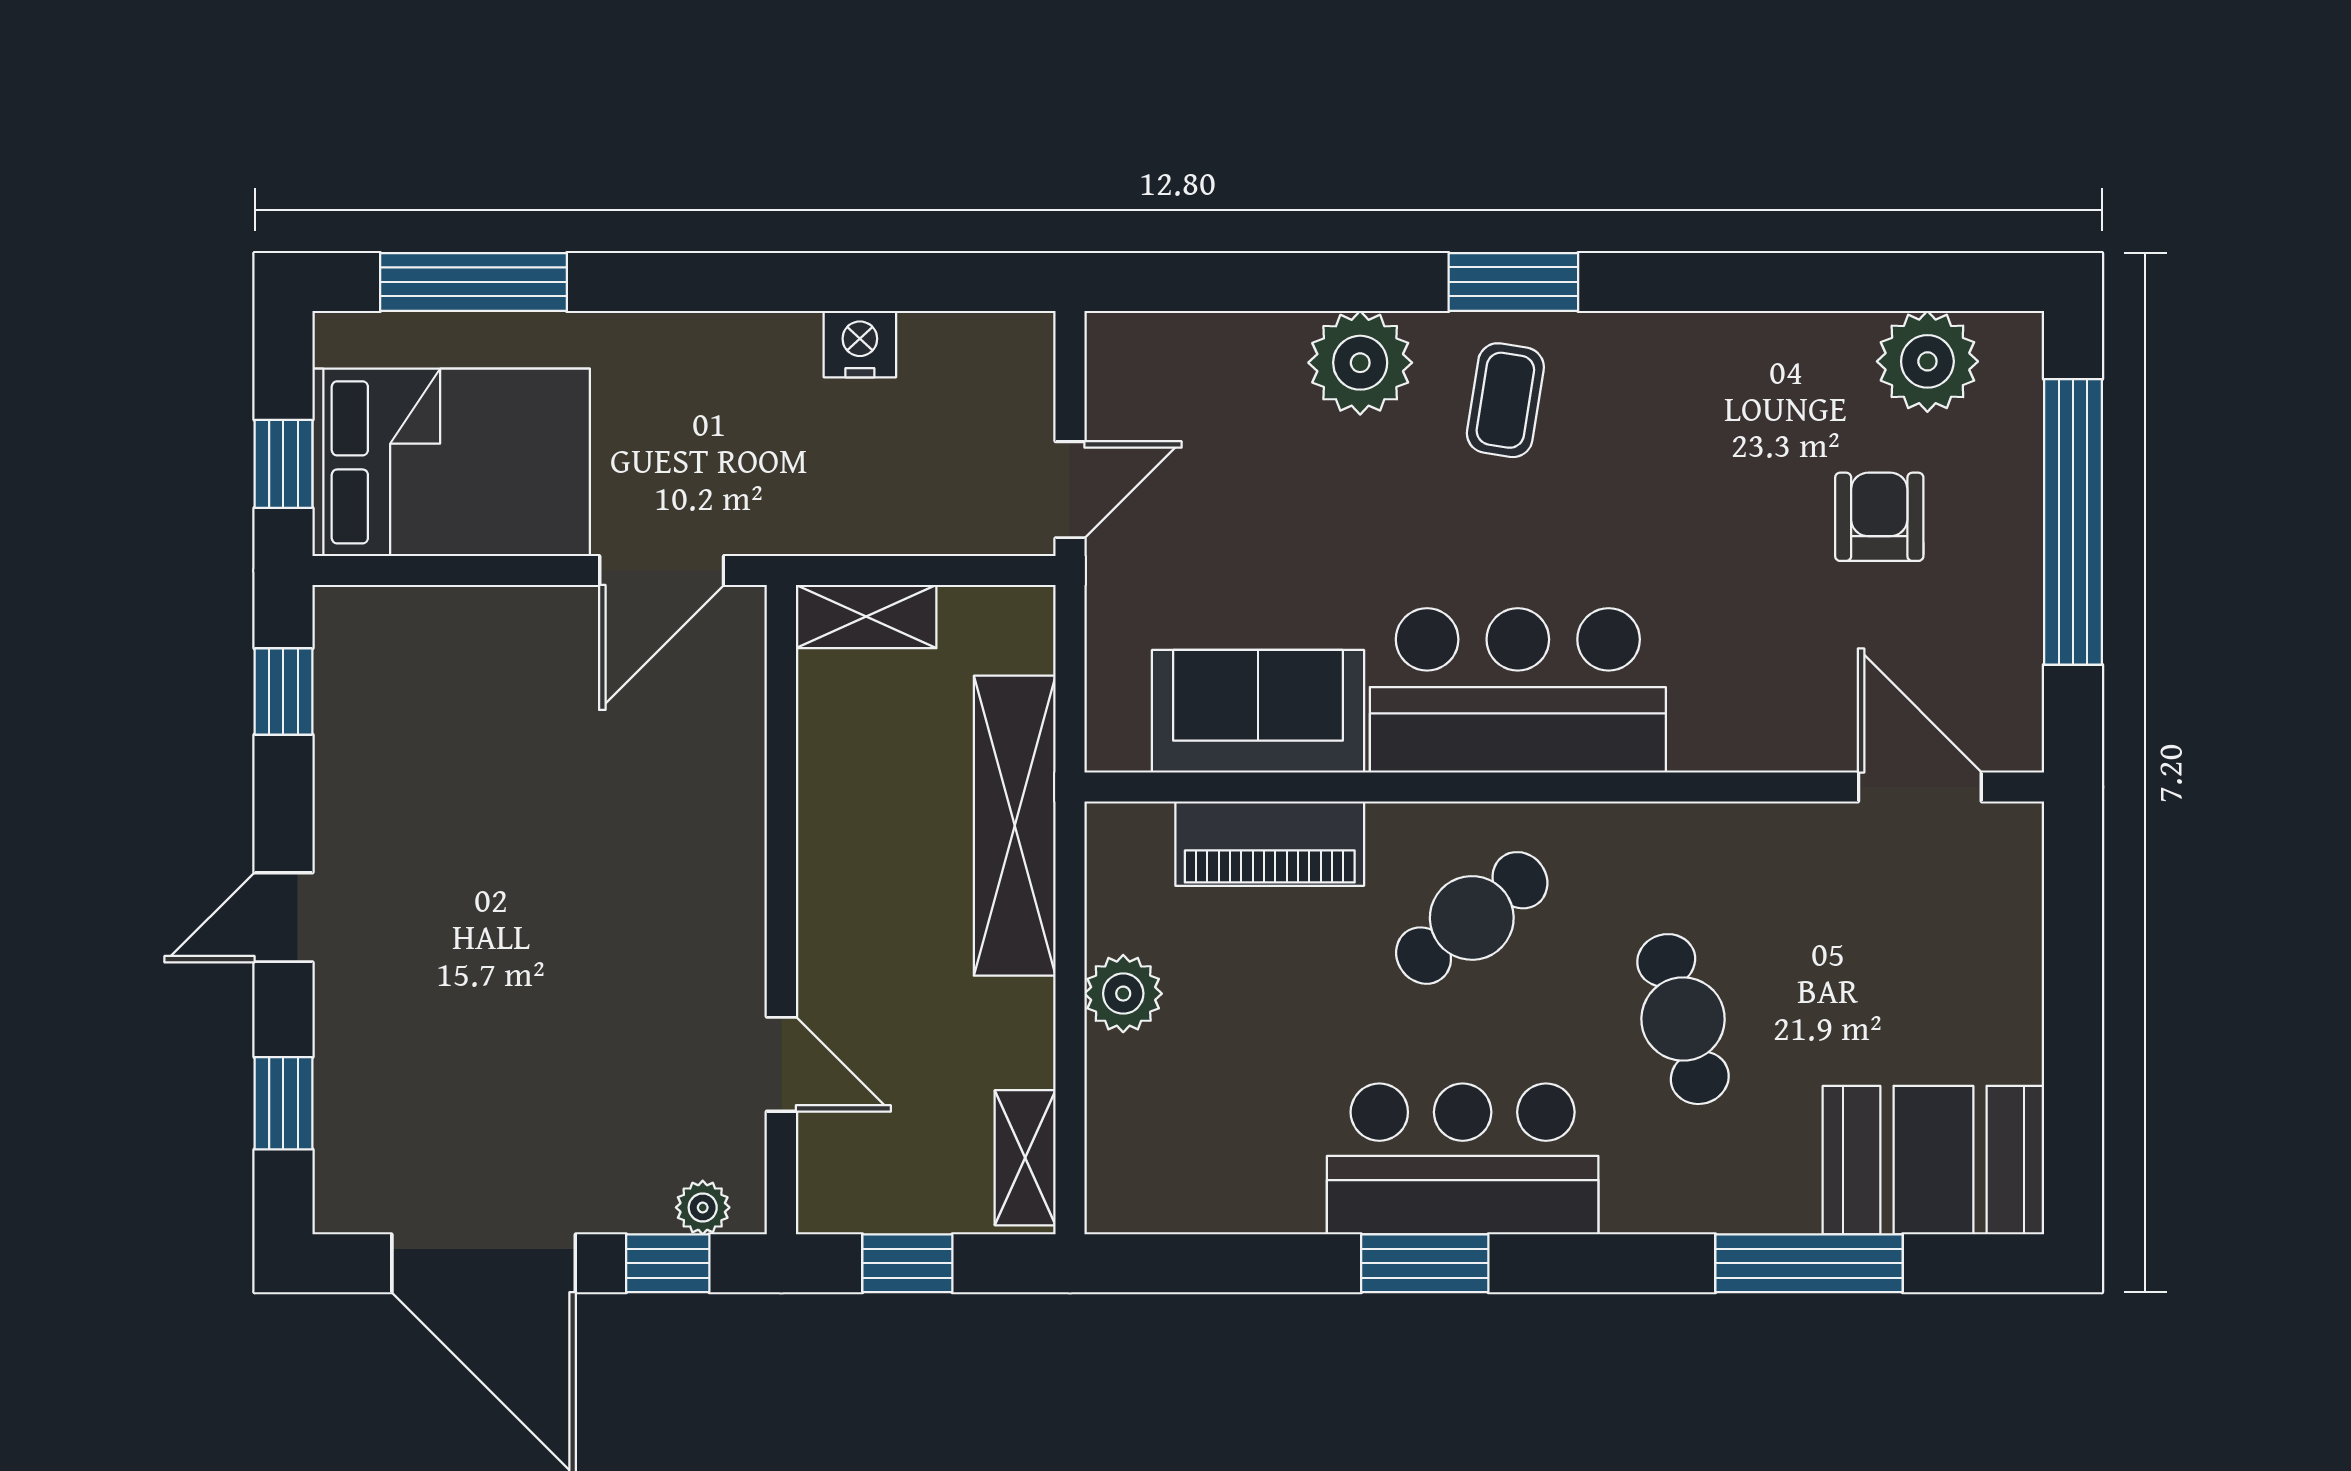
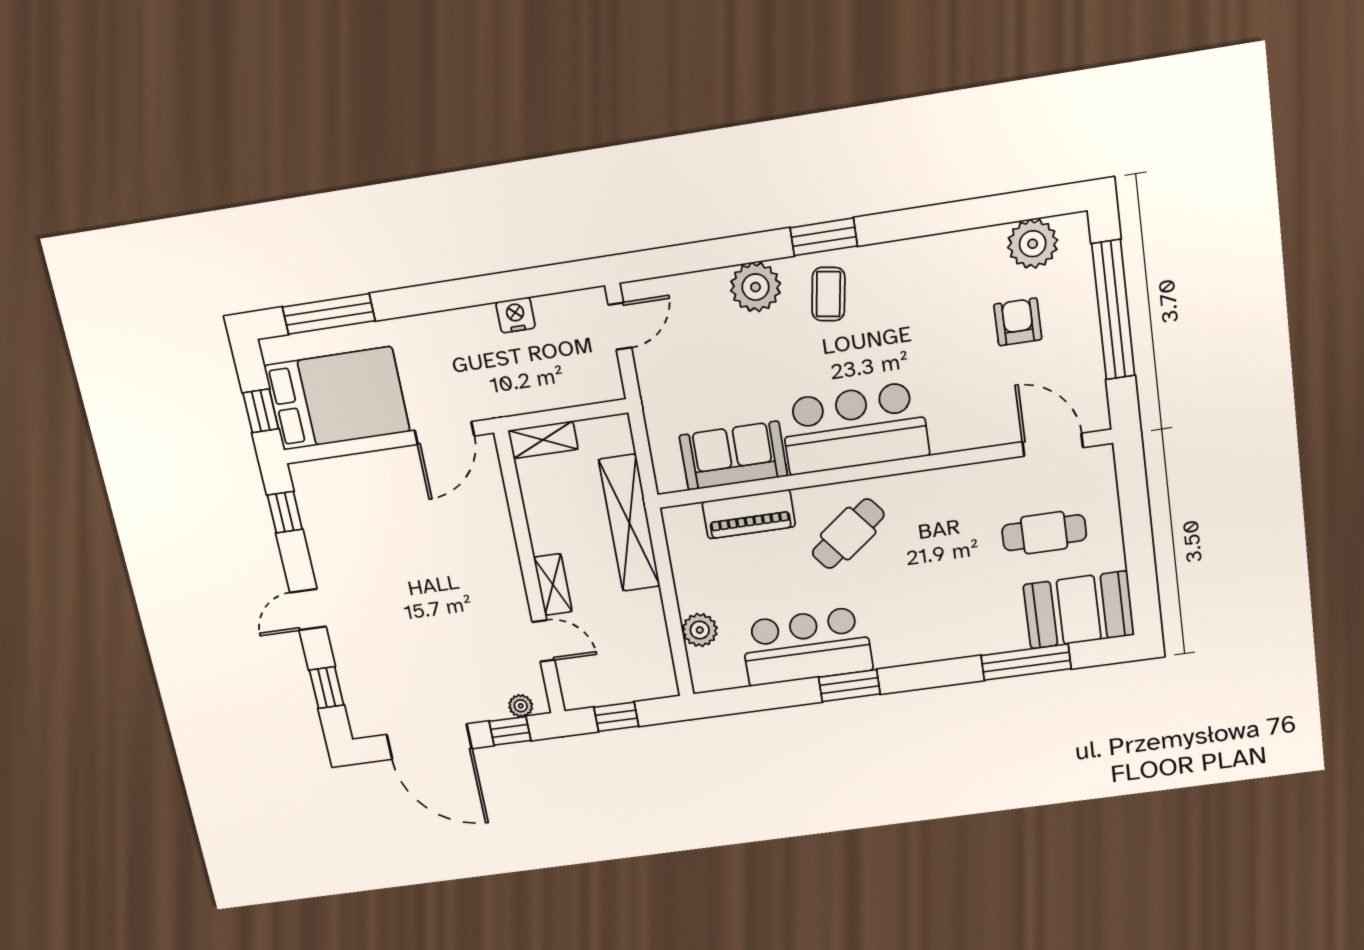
door: (1070, 490) -> (620, 326), moved
plant: (1123, 994) -> (700, 630), moved
cafe table: (1683, 1019) -> (1044, 533), moved, turned -74
shelving: (1025, 1158) -> (553, 584), moved
bar counter: (1463, 1159) -> (806, 646), moved

